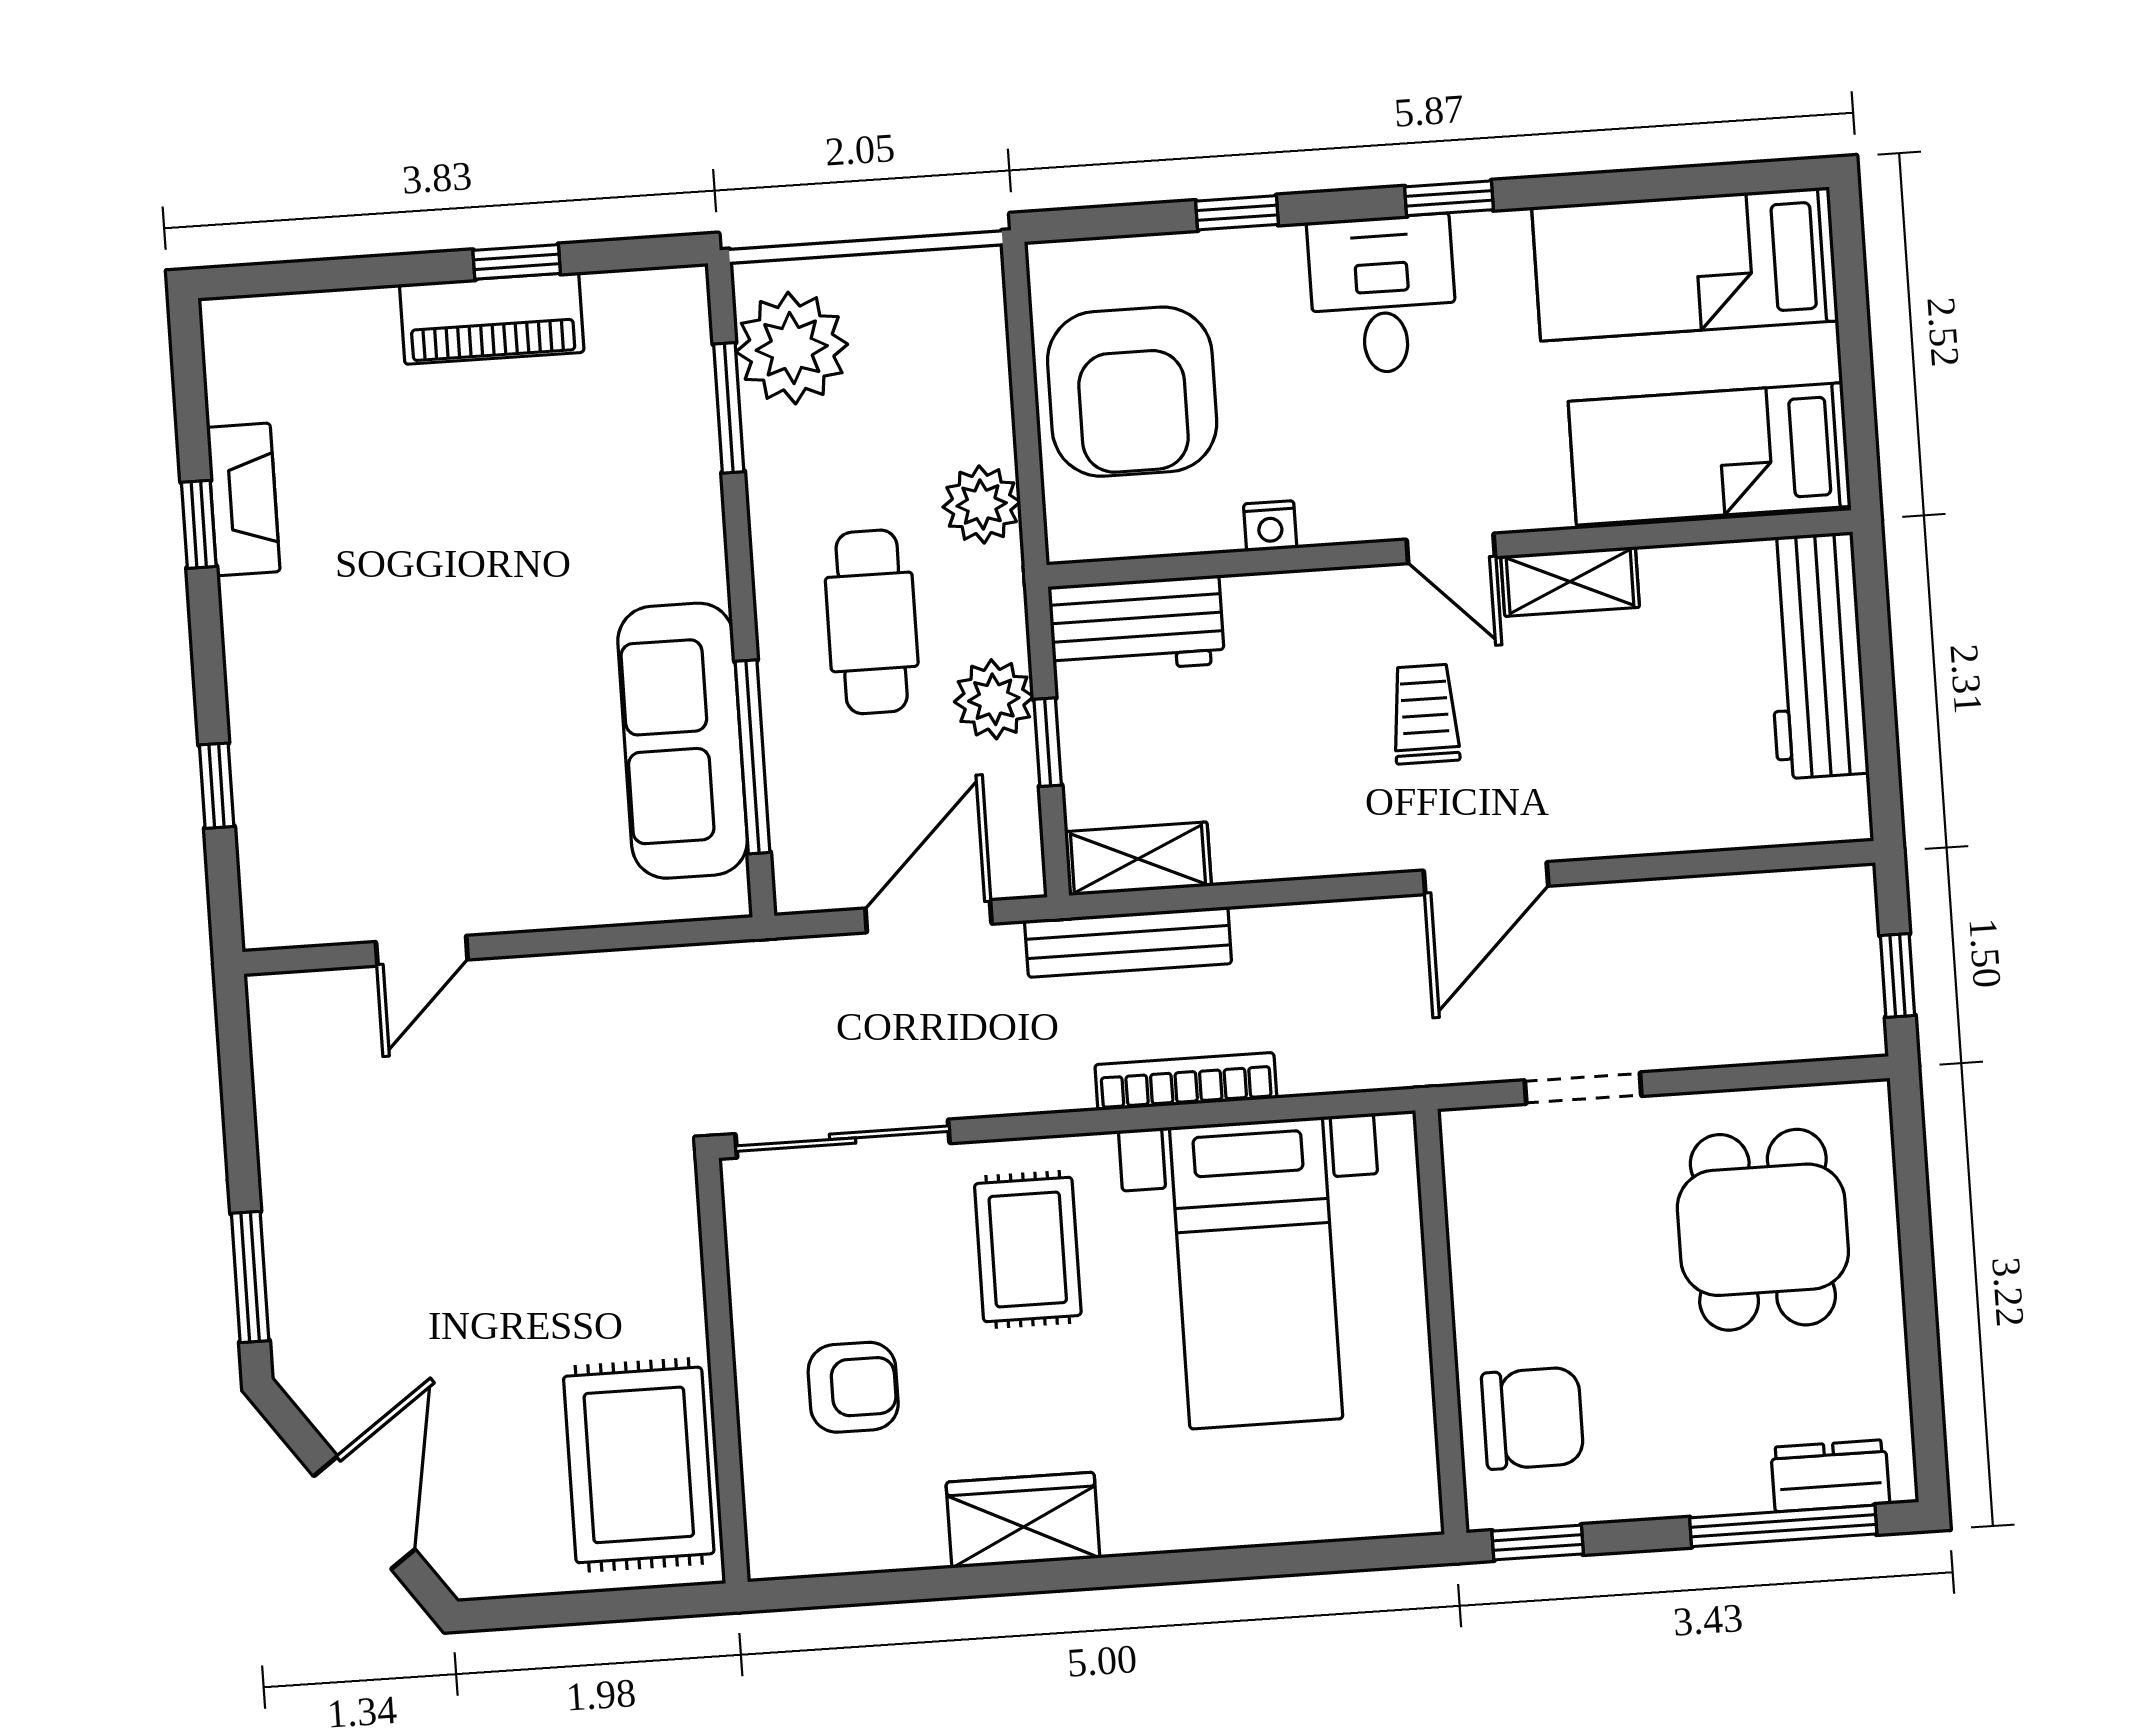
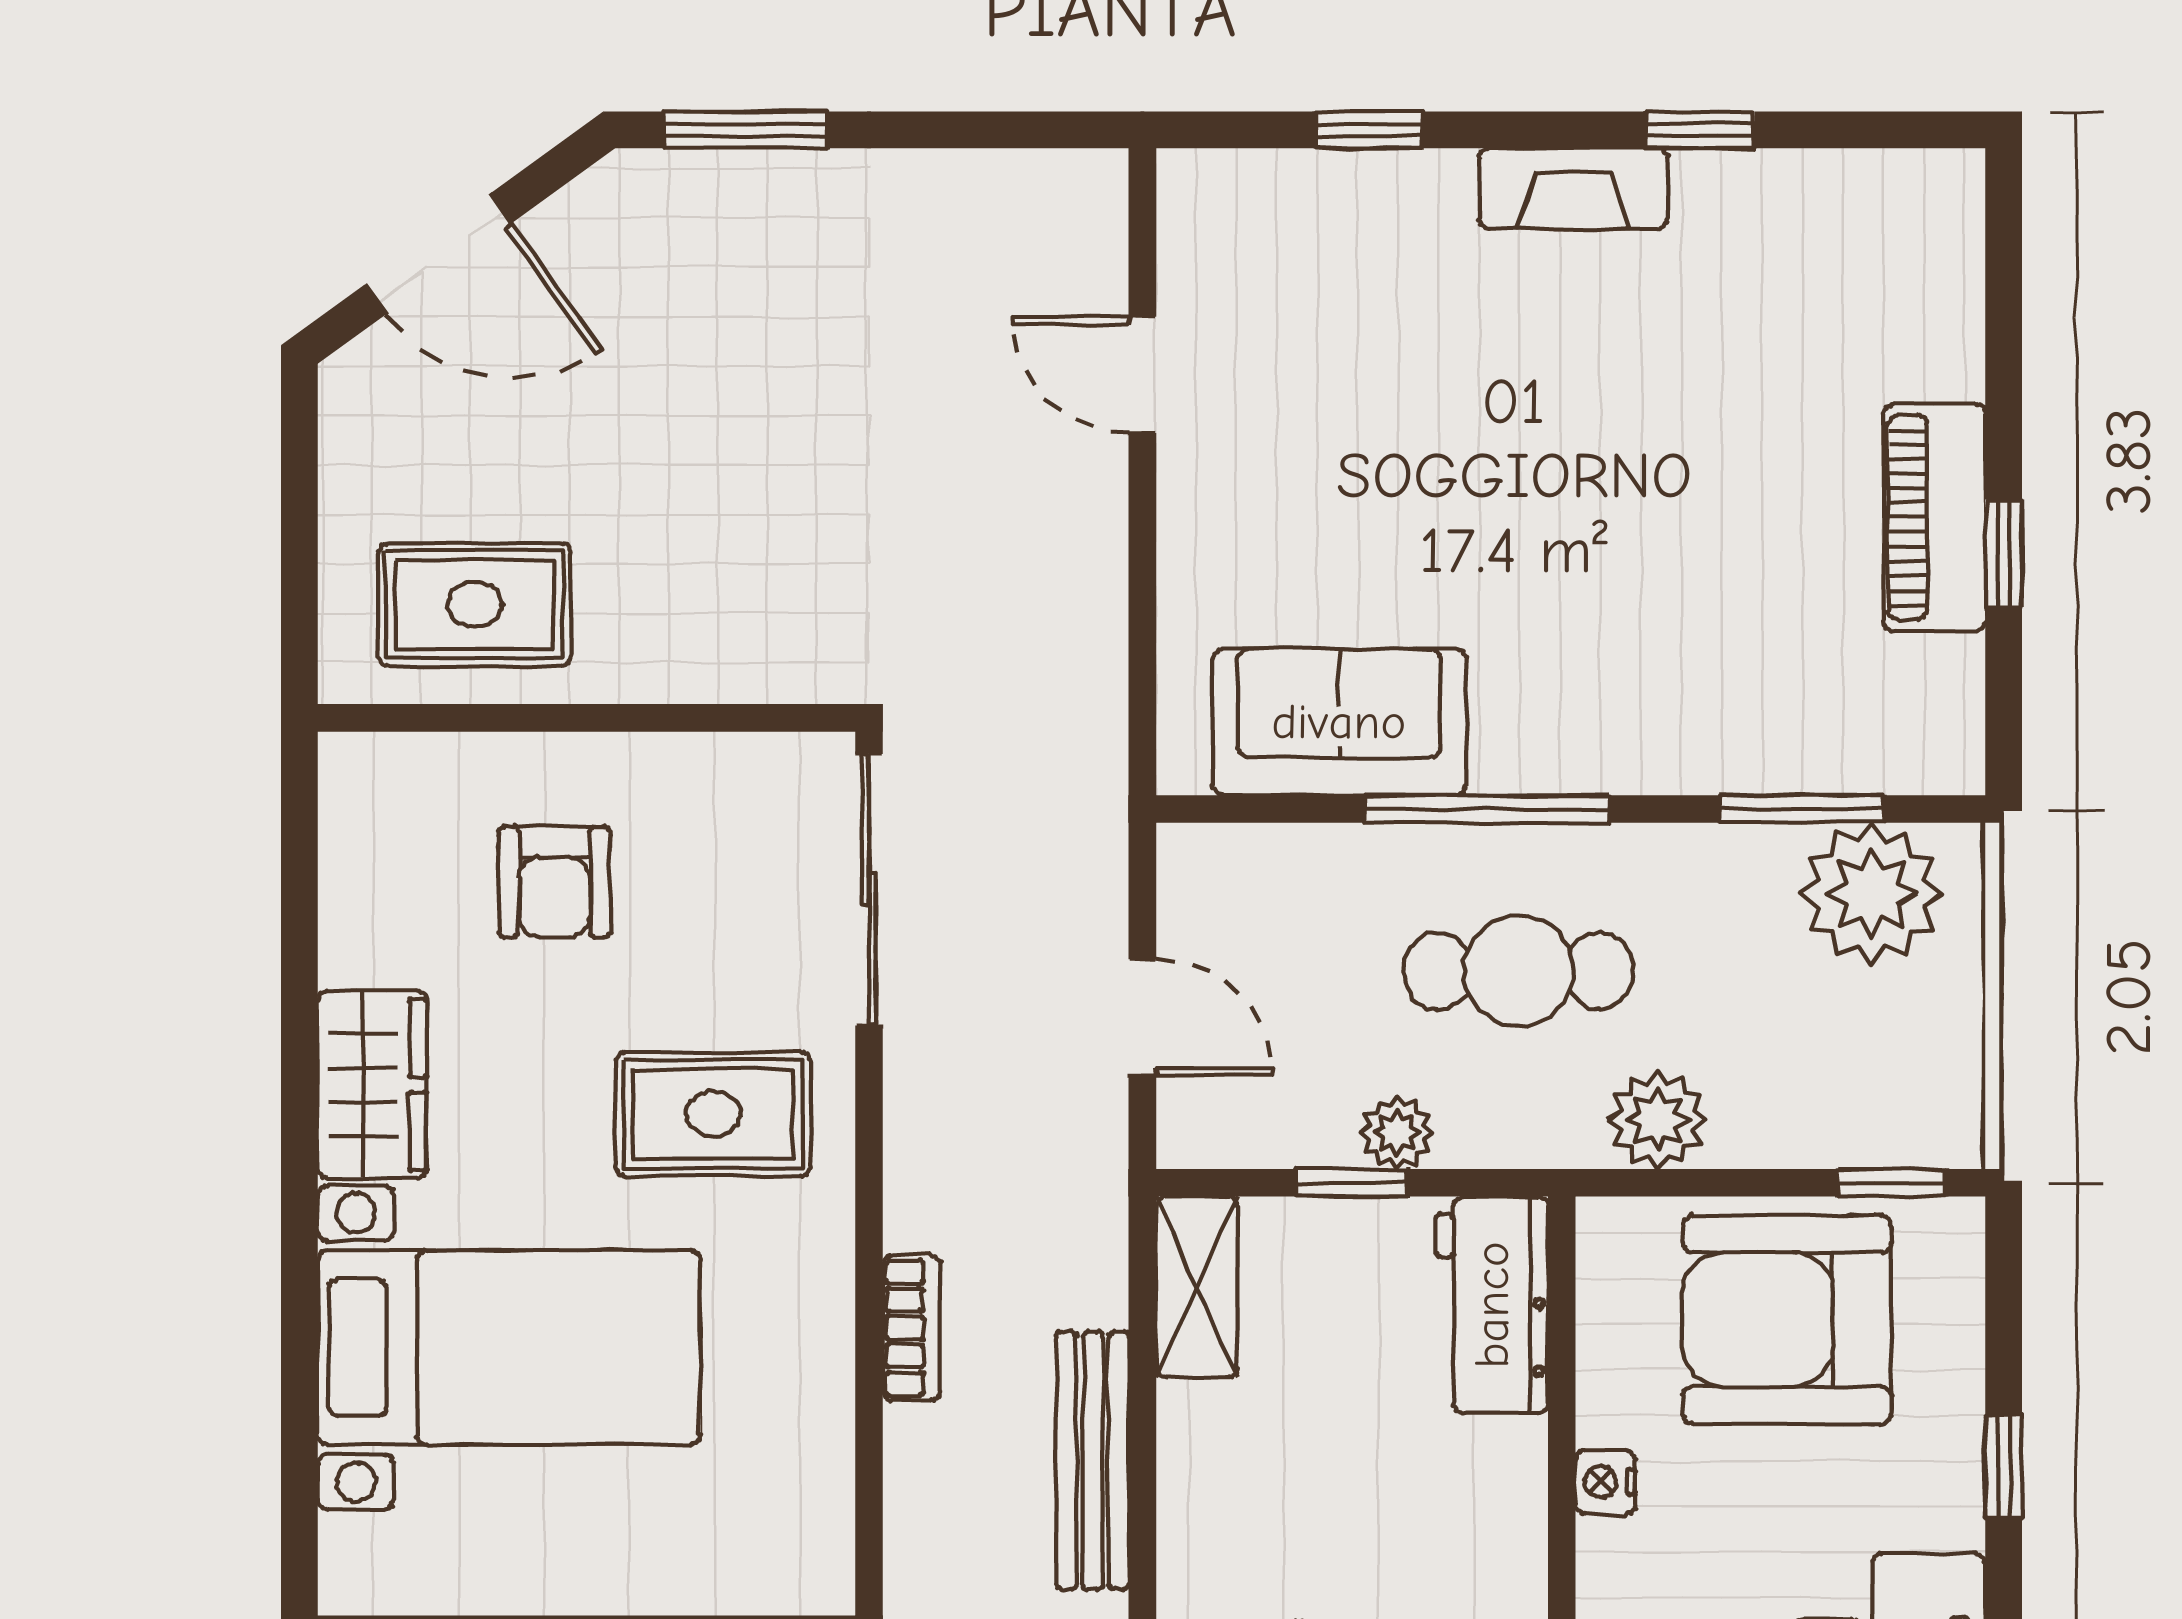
window: (1019, 316) -> (1892, 1183), added
fireplace: (243, 499) -> (1573, 188), moved
plant: (994, 699) -> (1397, 1132), width x0.73, depth x0.73
sofa: (683, 741) -> (1339, 722), width x0.73
window: (753, 757) -> (1487, 809), moved
door: (928, 916) -> (1142, 1017), width x0.73
bench: (1128, 942) -> (1093, 1461), moved
bookcase: (1186, 1081) -> (912, 1328), width x0.64
bed with nightstands: (1256, 1273) -> (509, 1348), moved, turned 180
rug: (639, 1465) -> (475, 604), width x0.73, depth x0.70

